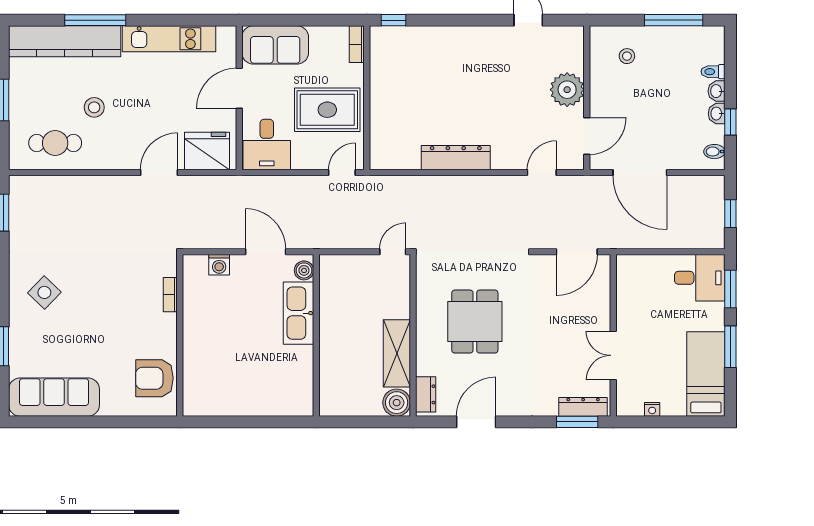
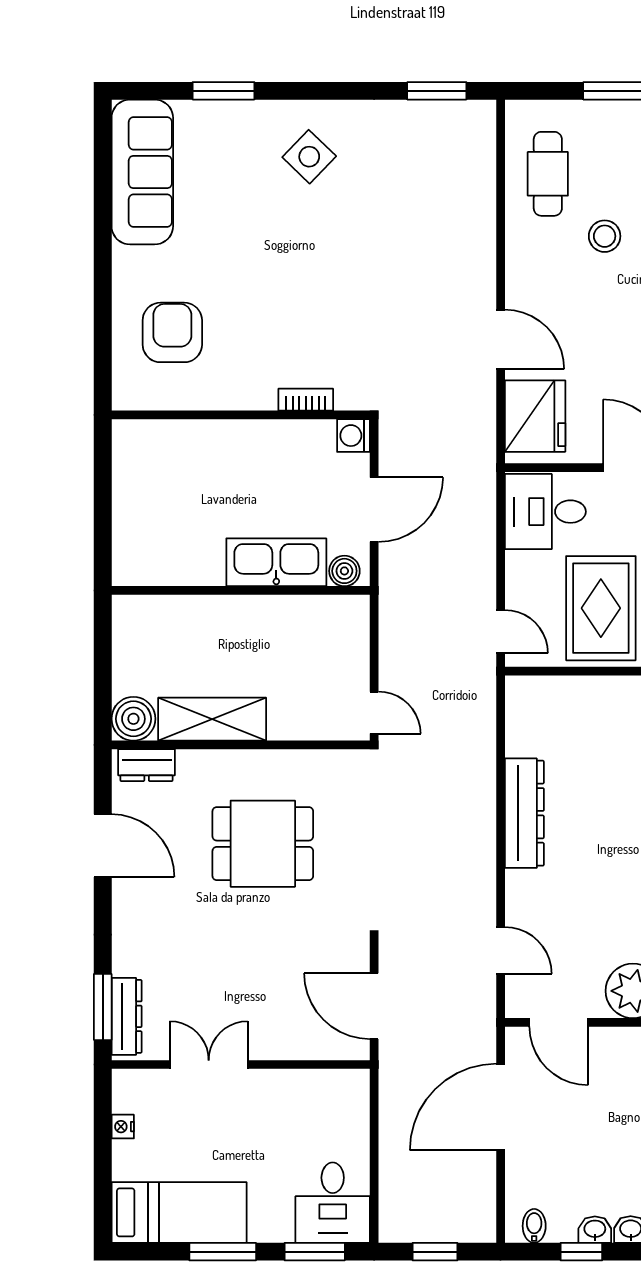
bookcase: (170, 295) -> (306, 400), moved
wall: (180, 335) -> (241, 415), moved

